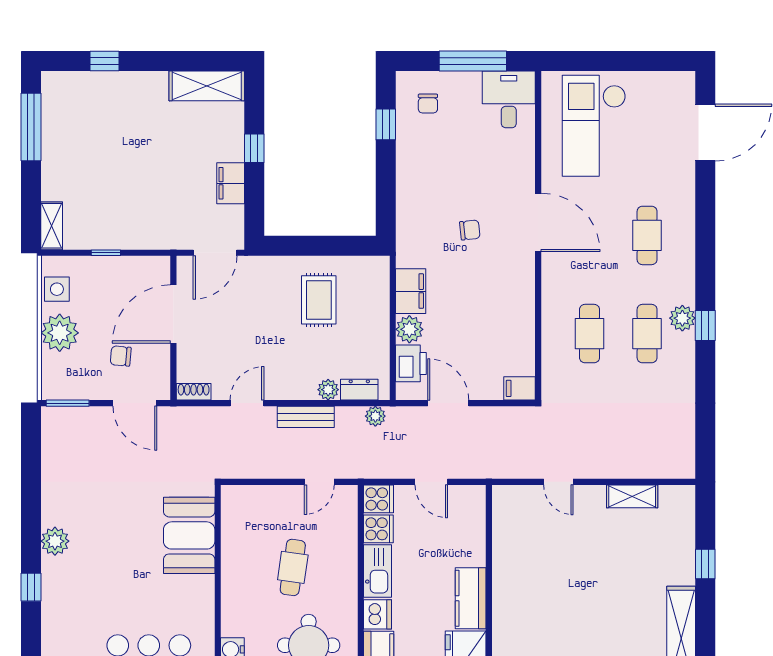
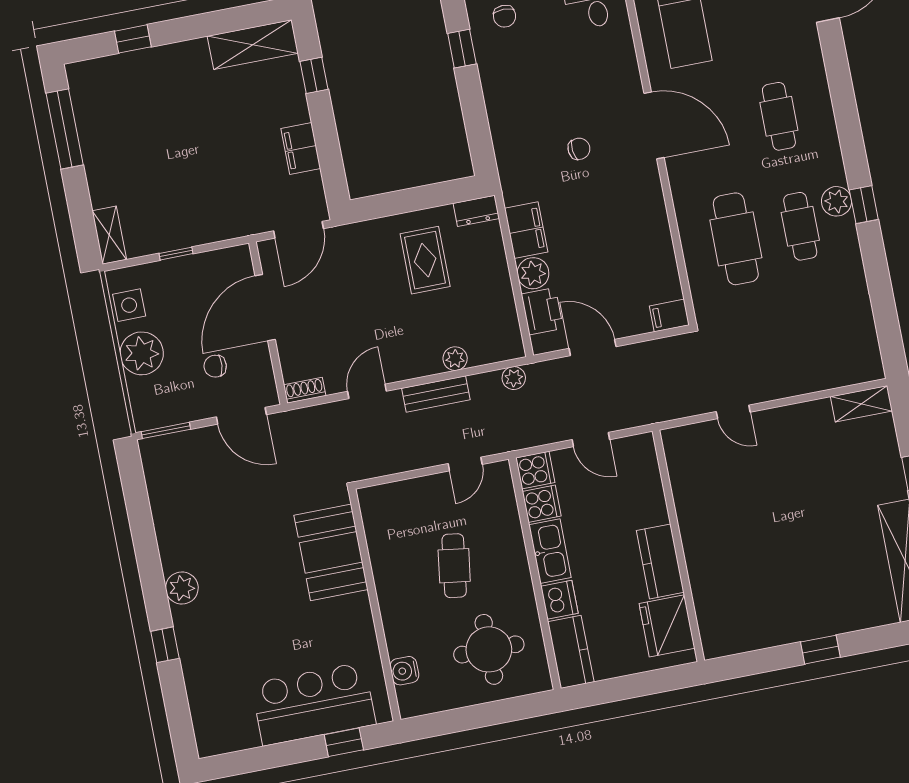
window: (254, 148) -> (314, 75), moved
cafe table: (590, 334) -> (736, 239), width x1.37, depth x1.35
dresser: (359, 390) -> (476, 211), moved, turned 180
shelving: (632, 496) -> (861, 404), moved

